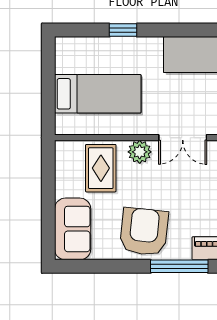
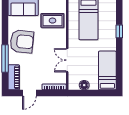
plant: (140, 152) -> (60, 39), removed

